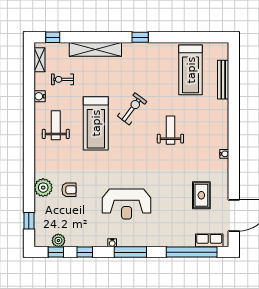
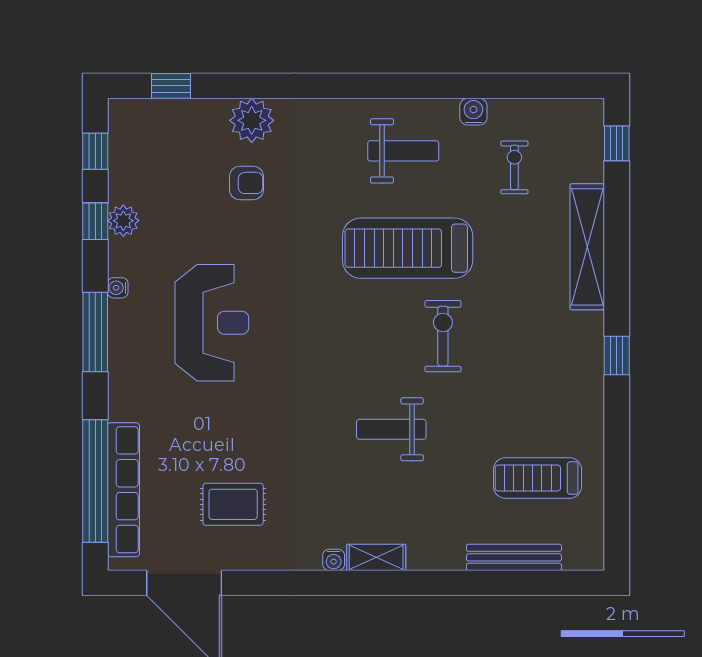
shelving: (39, 60) -> (376, 557), moved
treadmill: (191, 70) -> (537, 478), width x0.73, depth x0.73
exercise bike: (132, 109) -> (443, 336), turned -127
weight bench: (170, 130) -> (391, 429), turned 180
armchair: (69, 190) -> (247, 183), turned -90
reception desk: (127, 204) -> (212, 323), turned 180
plant: (58, 240) -> (123, 221), moved
row of seats: (209, 240) -> (123, 490), width x2.02

